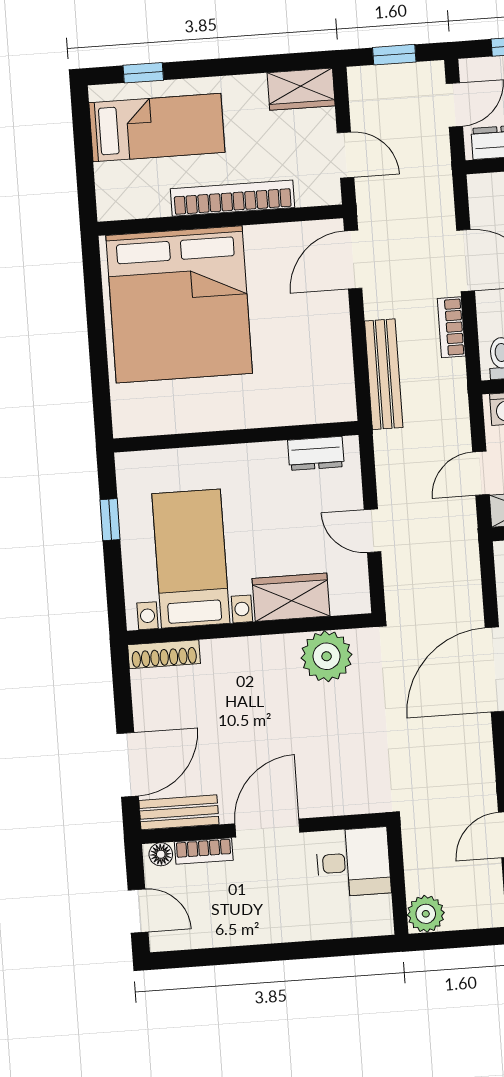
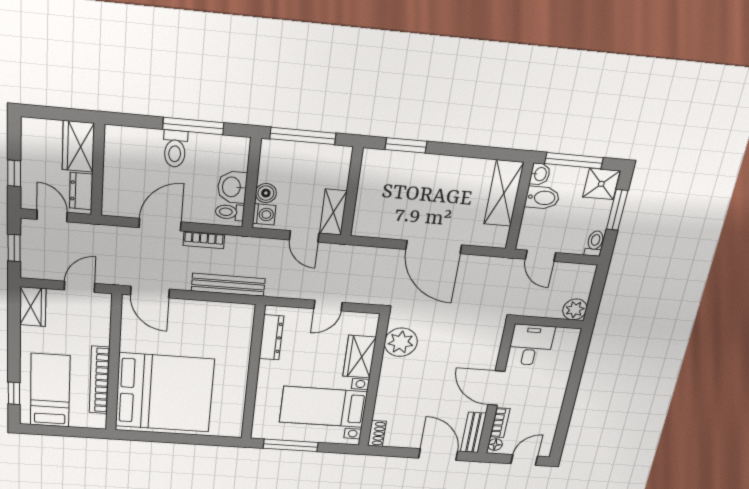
bookcase: (232, 198) -> (100, 380), moved
dresser: (316, 453) -> (271, 337), width x1.44
window: (110, 520) -> (291, 445), width x2.17
shoe rack: (164, 654) -> (377, 434), width x0.70

